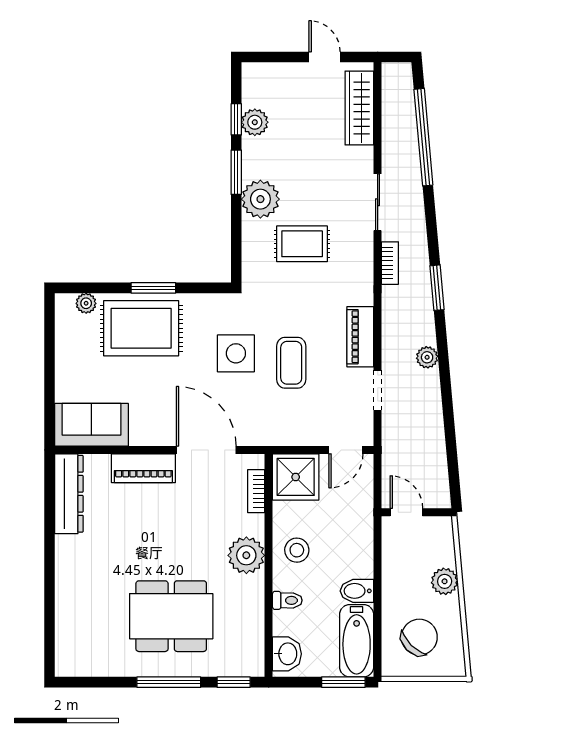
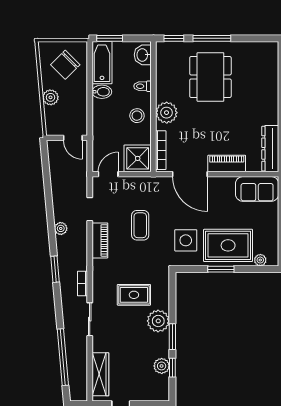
side table: (236, 353) -> (186, 240), moved
bookcase: (256, 491) -> (161, 150), width x1.56
dining table: (171, 616) -> (210, 77), turned 90

